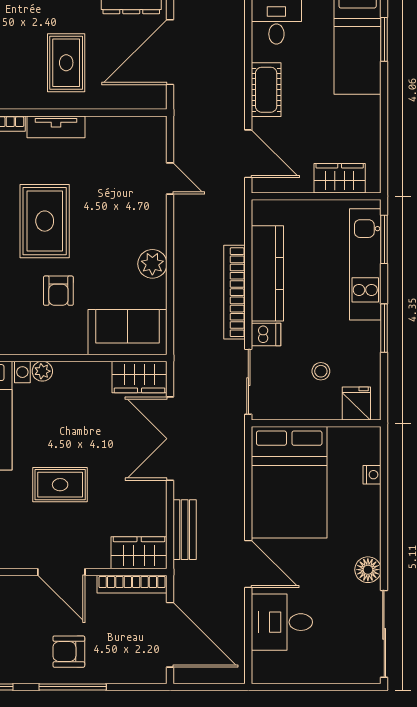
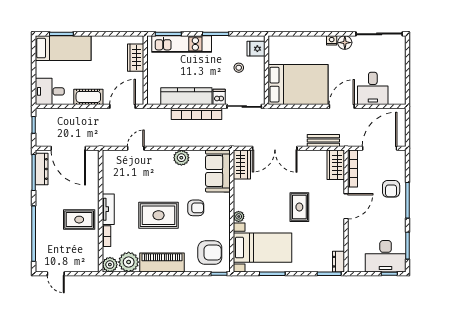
rug: (66, 63) -> (79, 220), moved
nightstand: (372, 475) -> (332, 40), moved
armchair: (69, 652) -> (391, 189), moved

